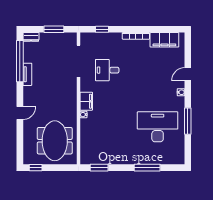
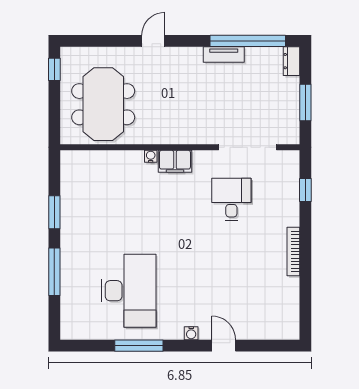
filing cabinet: (164, 40) -> (286, 303), removed
door: (20, 113) -> (153, 41), swing flipped
meeting table: (55, 141) -> (103, 104), turned 90
window: (99, 168) -> (54, 212), moved

